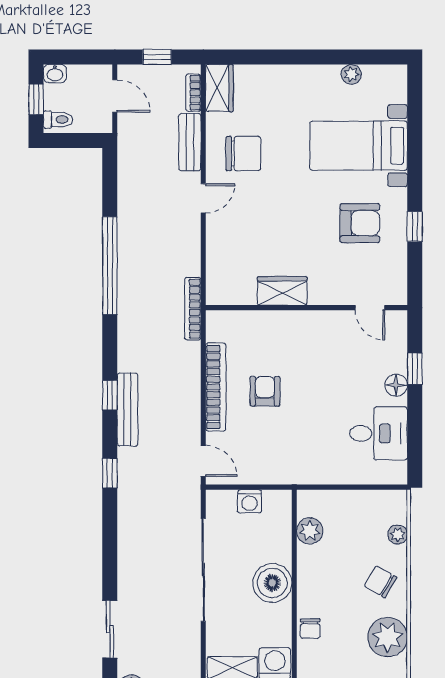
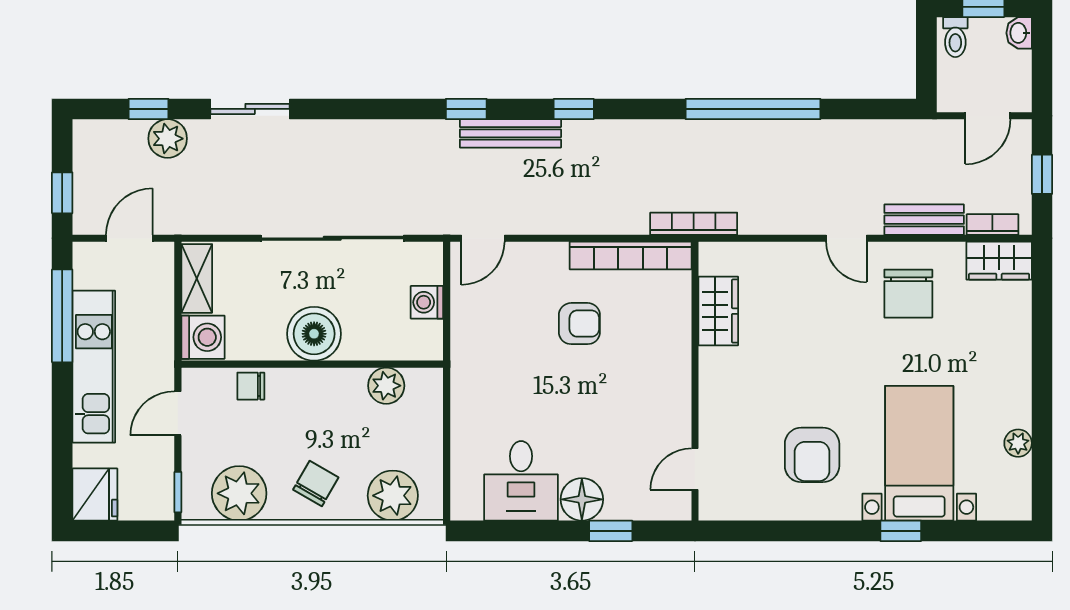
window: (415, 226) -> (901, 531), moved
wardrobe: (282, 291) -> (718, 311), moved
floor lamp: (396, 385) -> (582, 499), width x1.38, depth x1.38
bookcase: (216, 387) -> (631, 256), moved
bench: (127, 410) -> (510, 133), moved
plant: (398, 535) -> (393, 496), width x1.88, depth x1.88

